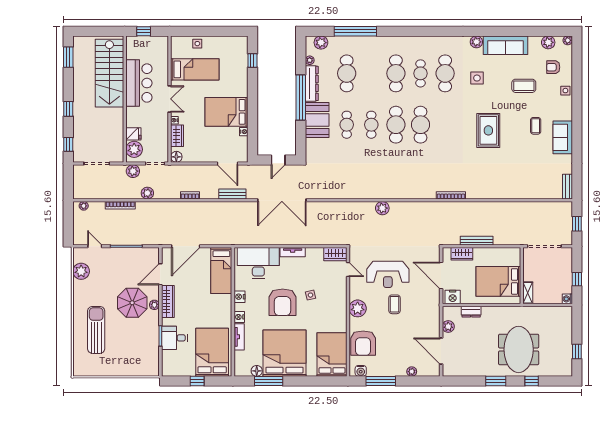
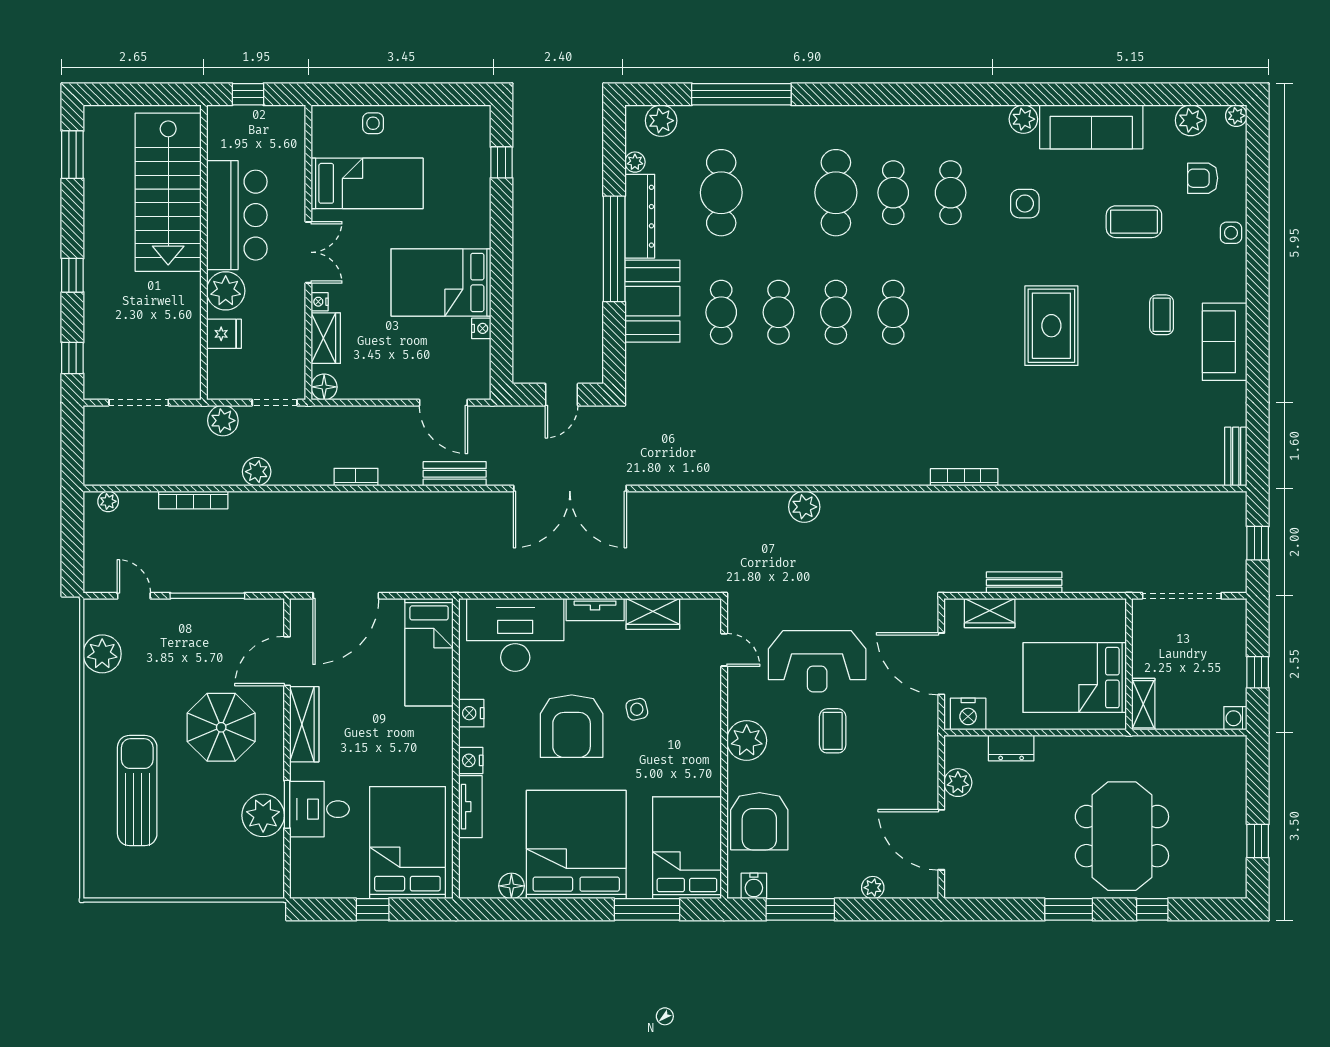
cafe table: (445, 73) -> (951, 193), width x0.73, depth x0.74
cafe table: (396, 125) -> (836, 312), width x0.73, depth x0.74
cafe table: (420, 125) -> (893, 312), width x0.73, depth x0.74
plant: (134, 149) -> (226, 291), moved
wardrobe: (335, 254) -> (653, 614), moved
plant: (154, 305) -> (263, 815), moved, width x1.87, depth x1.87
window: (269, 381) -> (647, 909), moved

